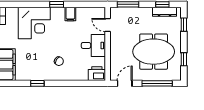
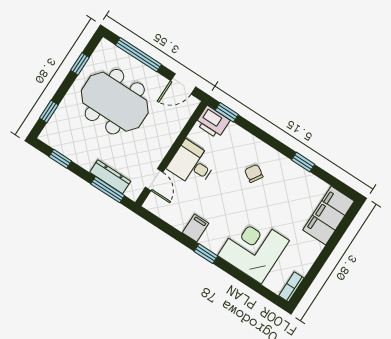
dresser: (165, 12) -> (110, 177), moved
window: (93, 83) -> (227, 112), added

